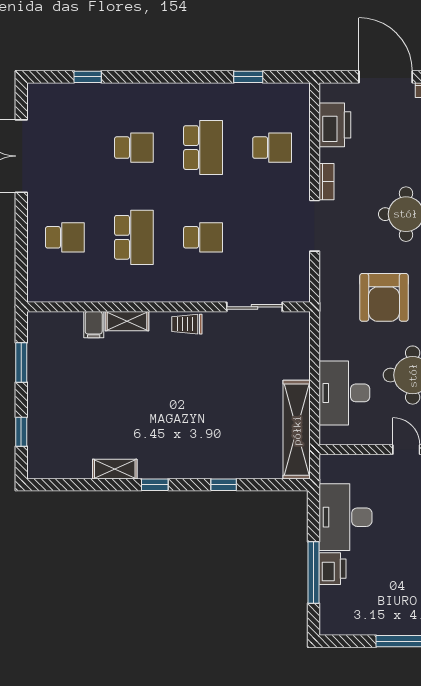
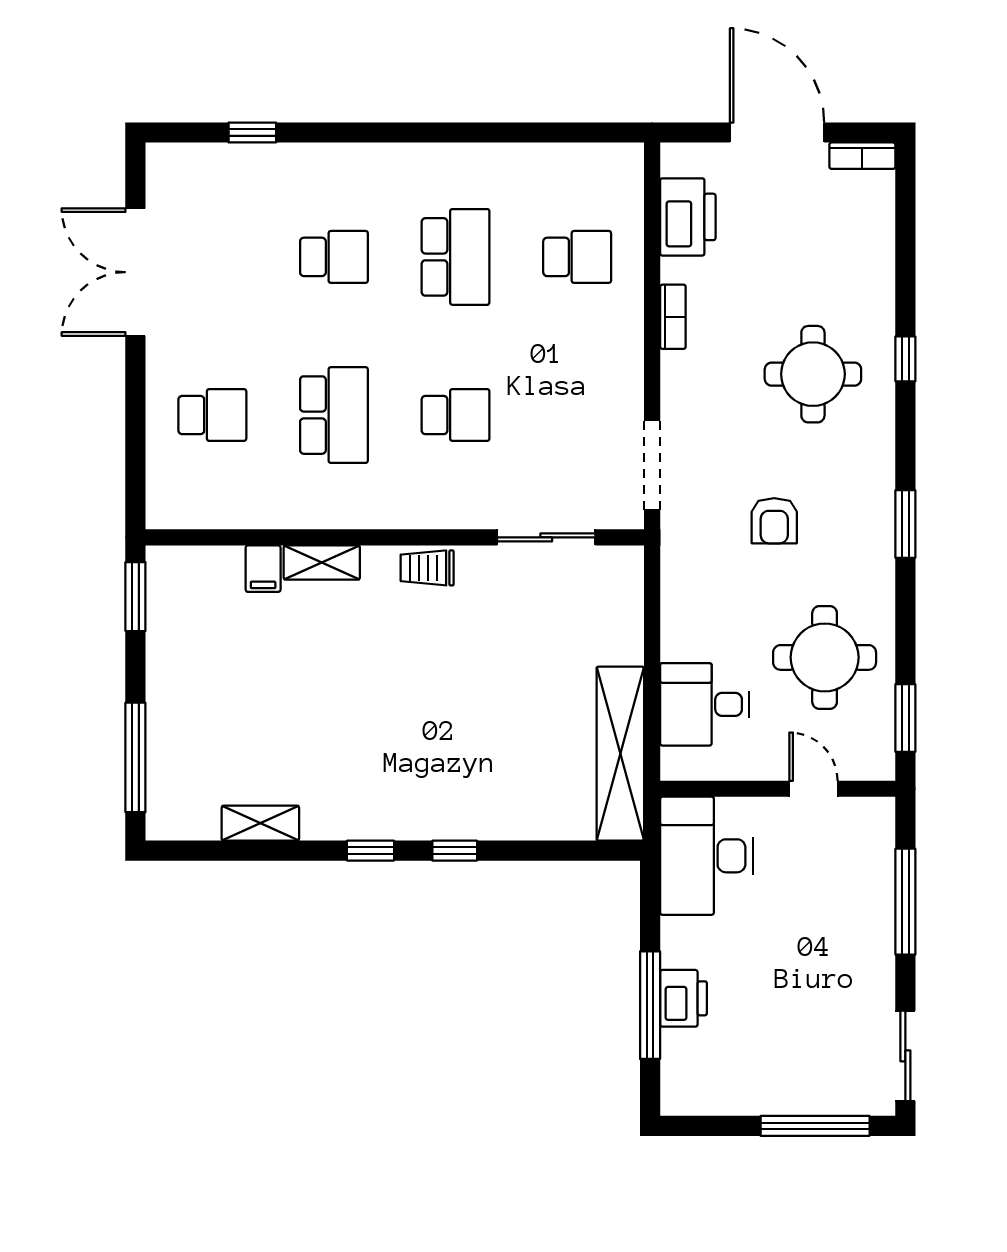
window: (248, 77) -> (535, 133), removed
doorway: (315, 226) -> (652, 465), moved
armchair: (384, 297) -> (774, 521), width x0.53, depth x0.53
window: (21, 362) -> (135, 597), moved
desk: (344, 393) -> (705, 704), width x0.73
window: (21, 432) -> (135, 757), width x2.17
shelving: (115, 469) -> (260, 823), moved
window: (224, 485) -> (455, 851), moved
desk: (346, 517) -> (706, 856), moved

